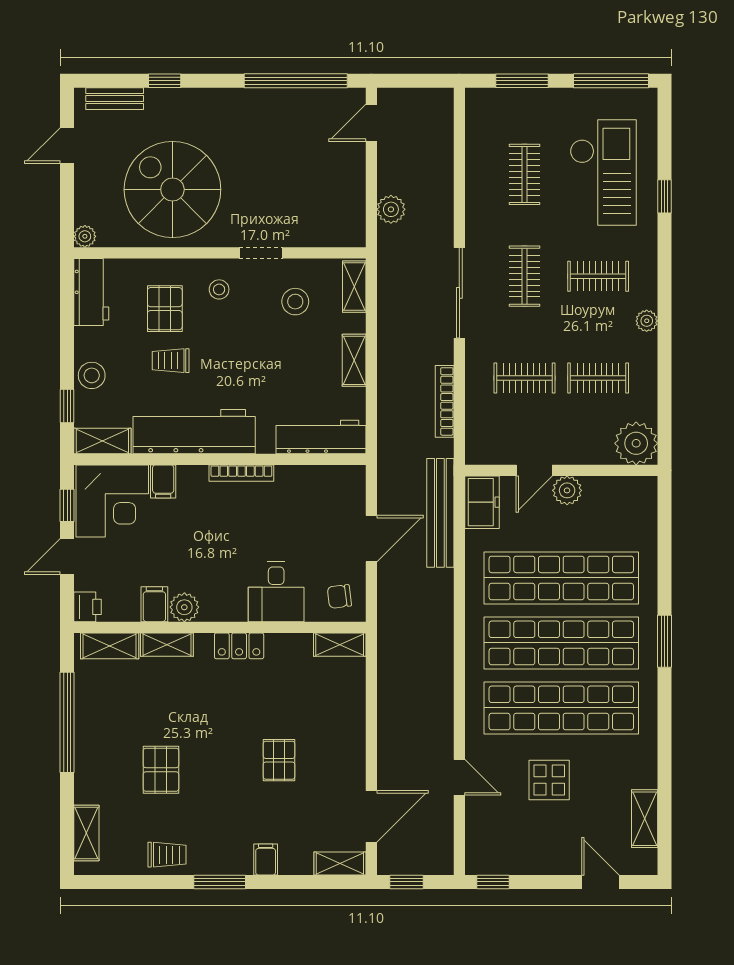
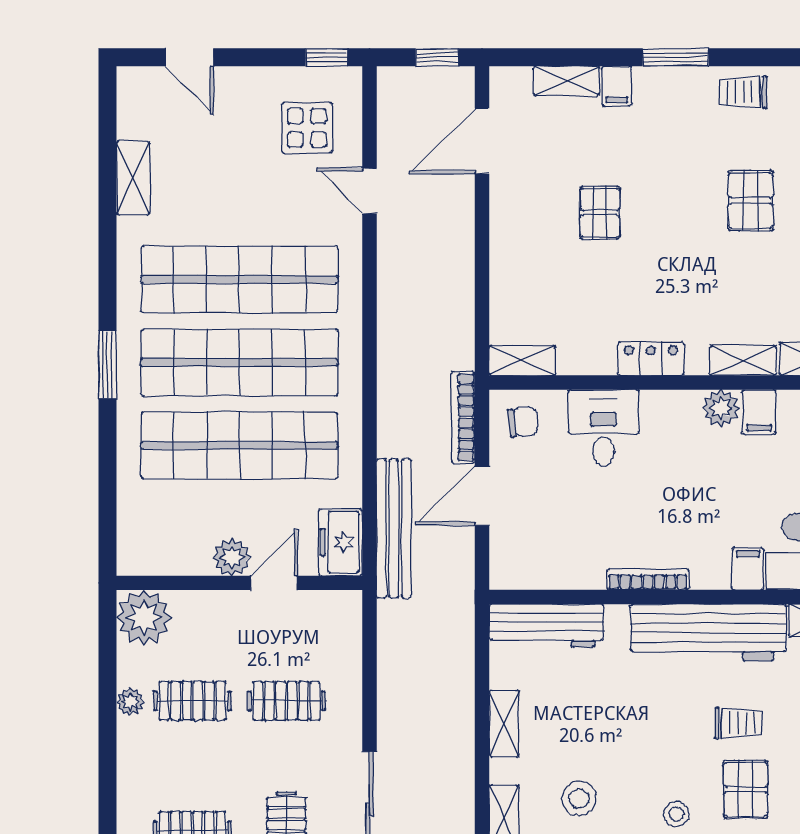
plant: (647, 321) -> (130, 702), moved
bookcase: (445, 401) -> (463, 417), moved, turned 180
display table: (549, 780) -> (307, 128), moved
shelving: (645, 819) -> (133, 178), moved
shelving: (340, 863) -> (566, 81), moved

